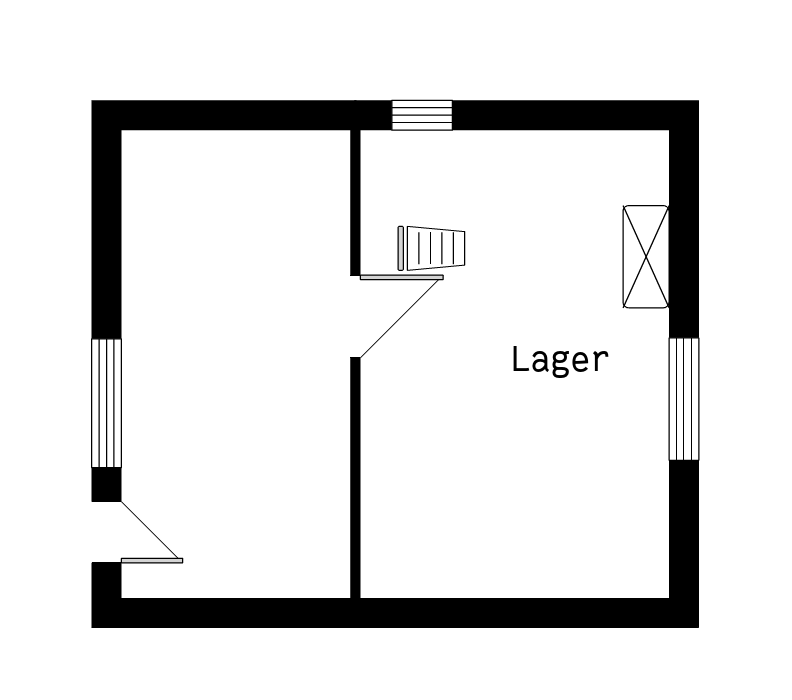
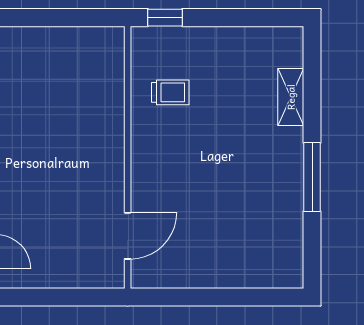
door: (355, 317) -> (128, 236), moved

